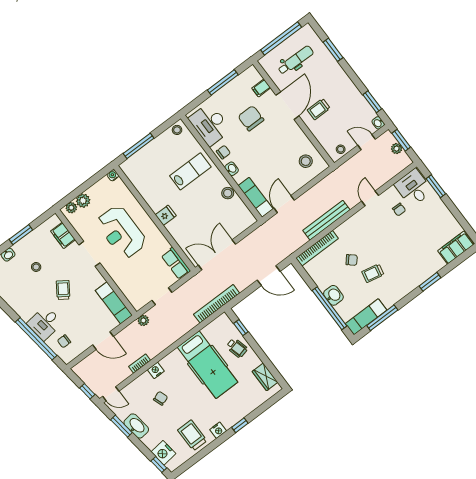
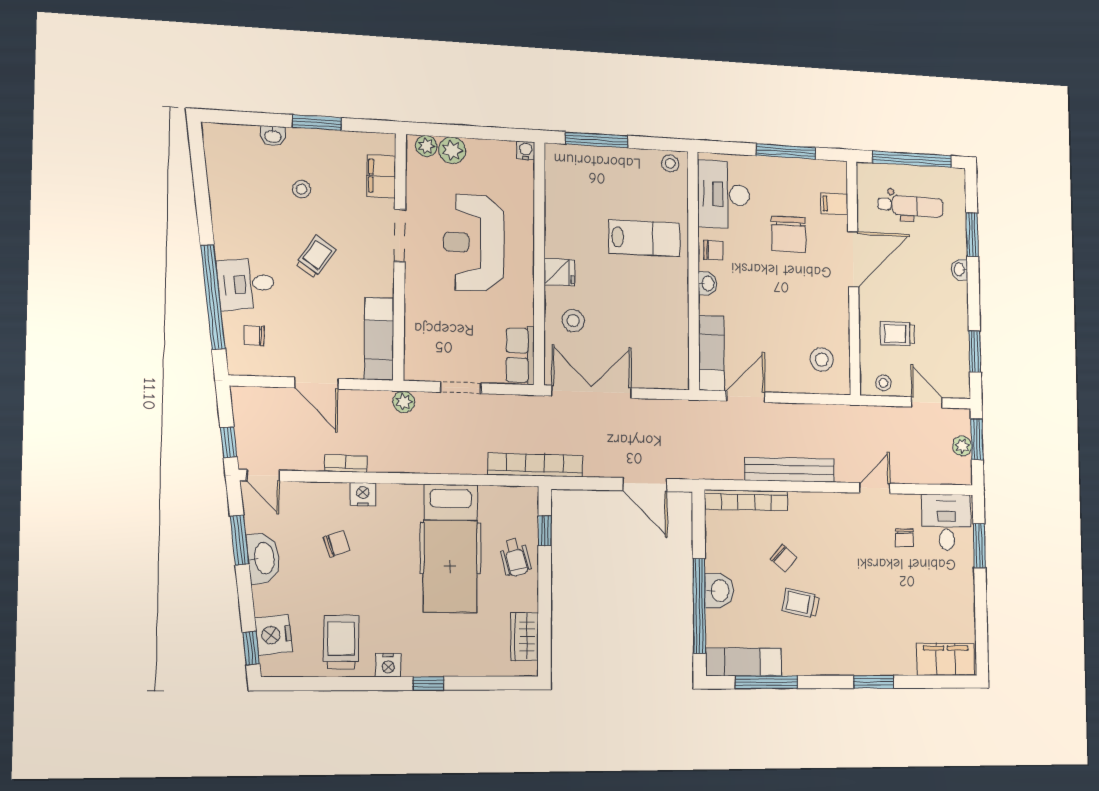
trolley: (319, 109) -> (897, 334), moved
chair: (251, 118) -> (789, 234), turned 180
washbasin: (378, 123) -> (960, 270), moved
stool: (228, 193) -> (573, 321), moved

